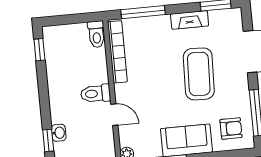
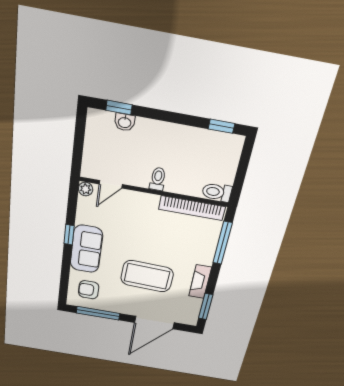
toilet: (96, 94) -> (158, 179), width x0.73, depth x0.72
door: (114, 115) -> (111, 184), moved
armchair: (231, 128) -> (89, 290), turned 90

